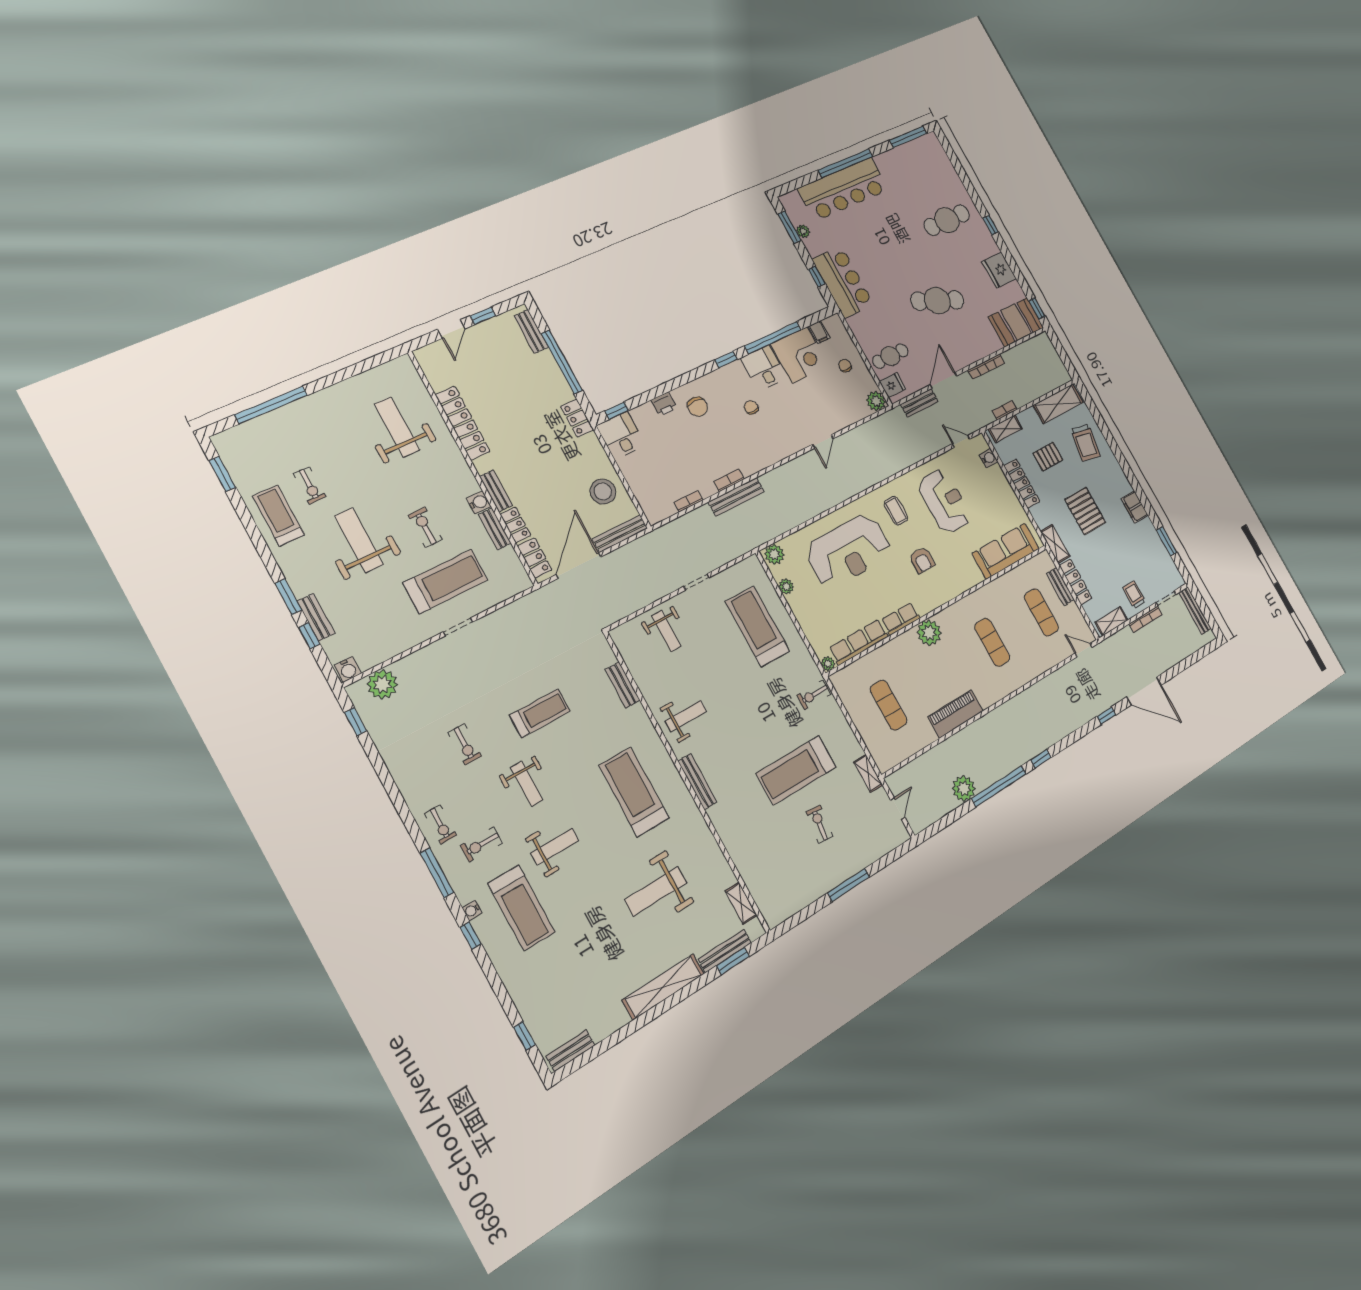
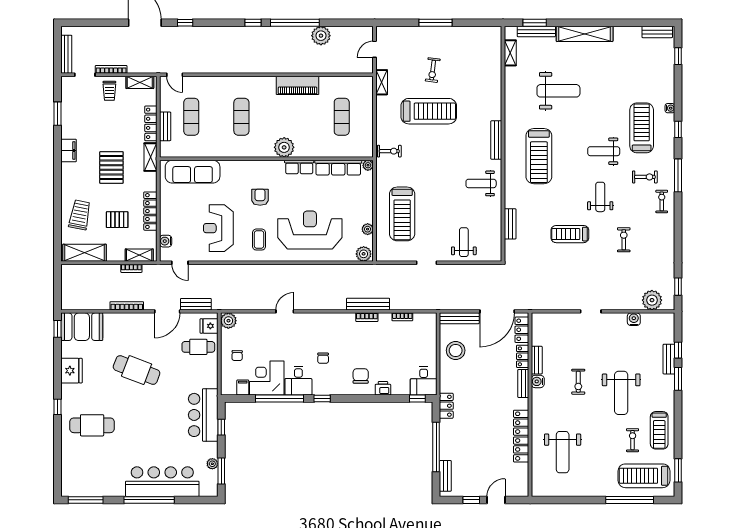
treadmill: (446, 581) -> (644, 476), moved
water cooler: (348, 669) -> (634, 319), moved
water cooler: (472, 910) -> (670, 108), moved

